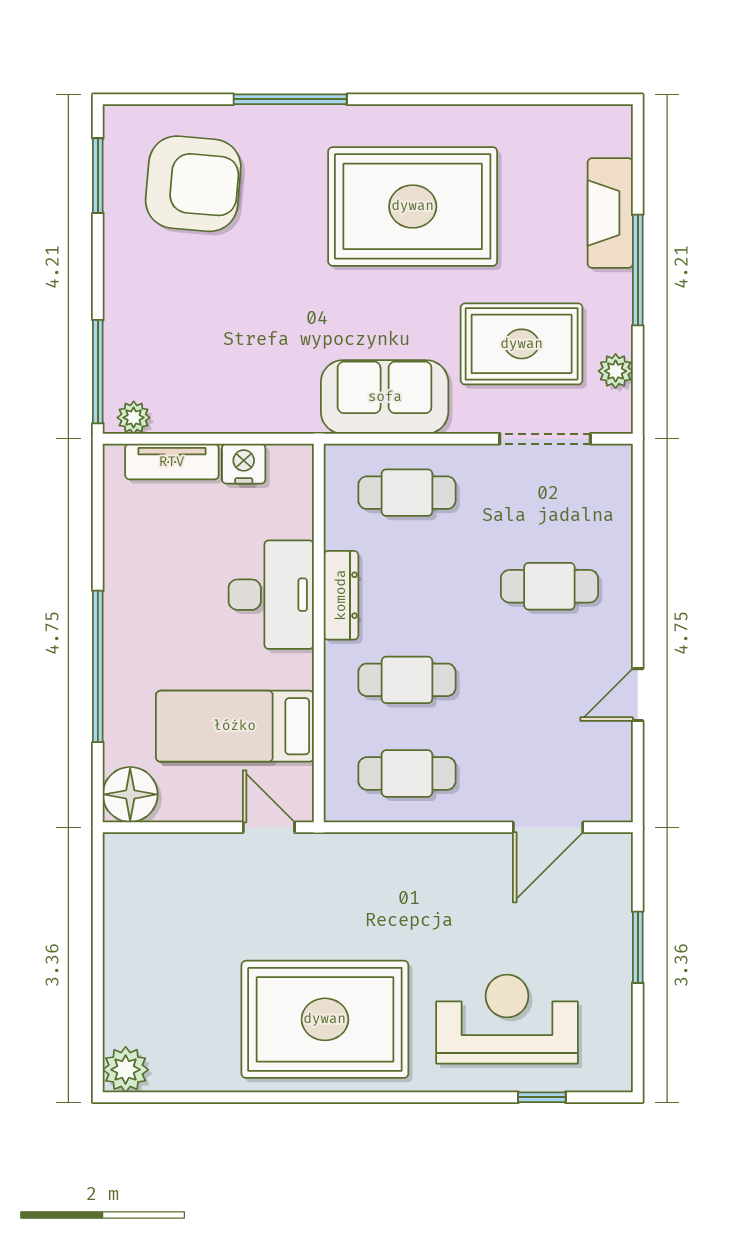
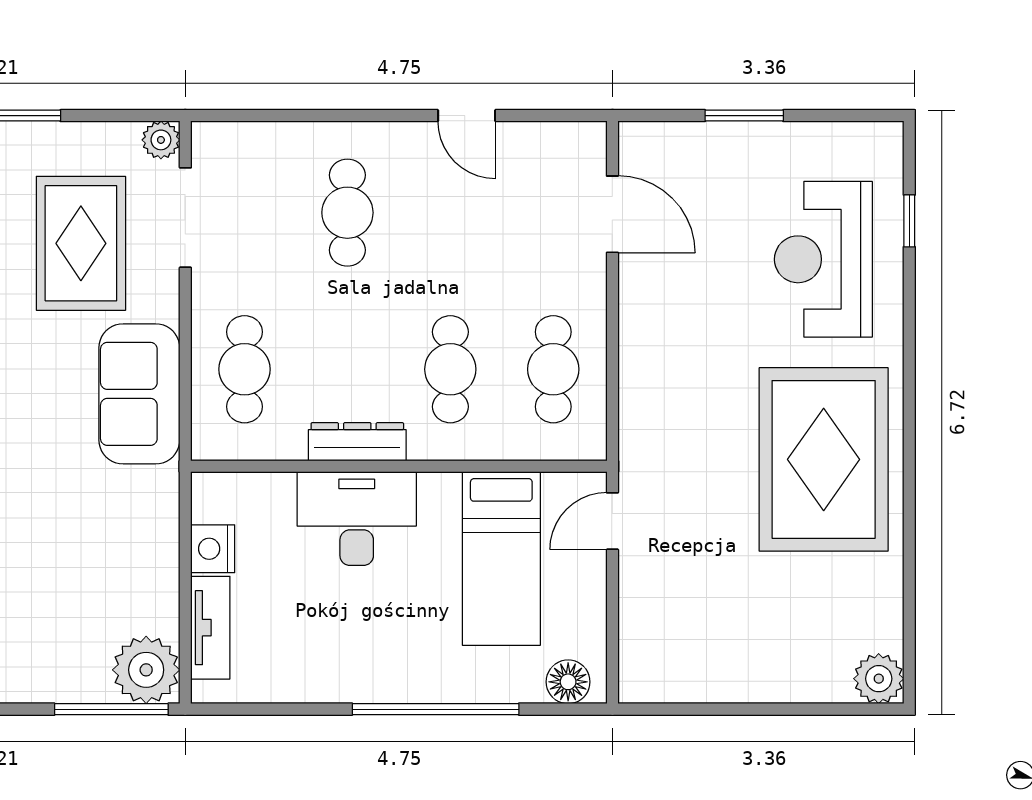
plant: (616, 371) -> (161, 140), moved
plant: (134, 418) -> (146, 670), width x1.87, depth x1.87
floor lamp: (130, 794) -> (568, 682), width x0.73, depth x0.73

